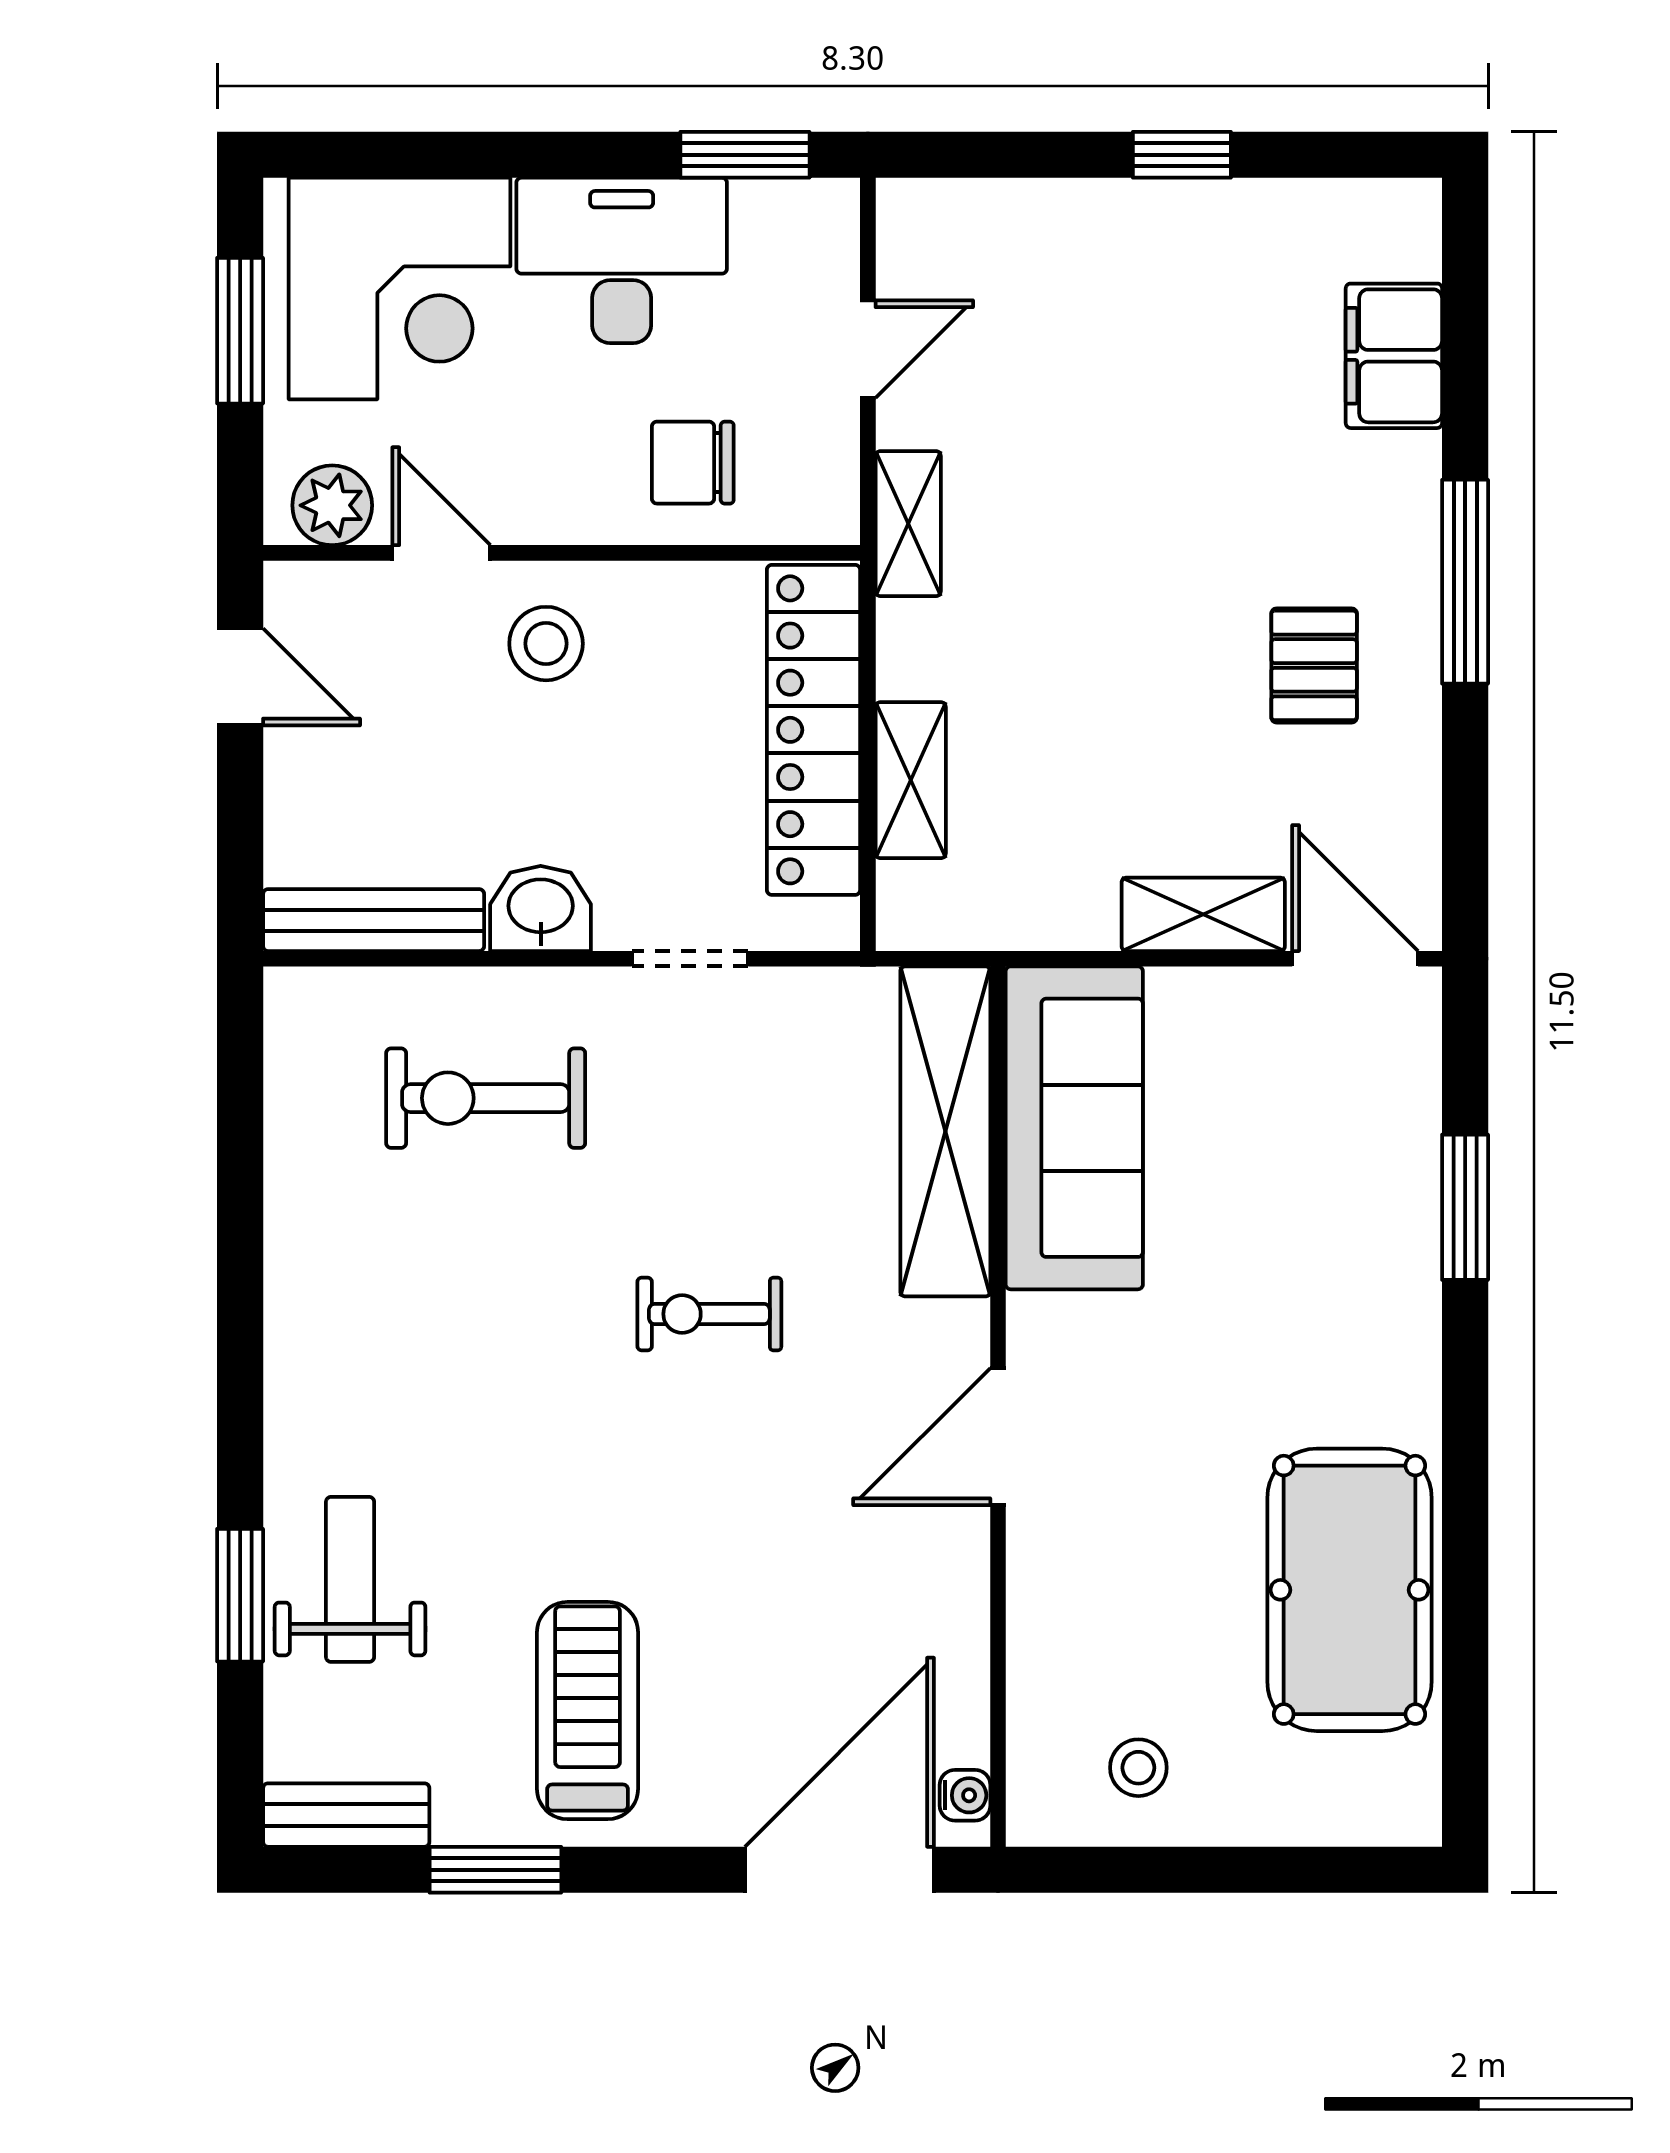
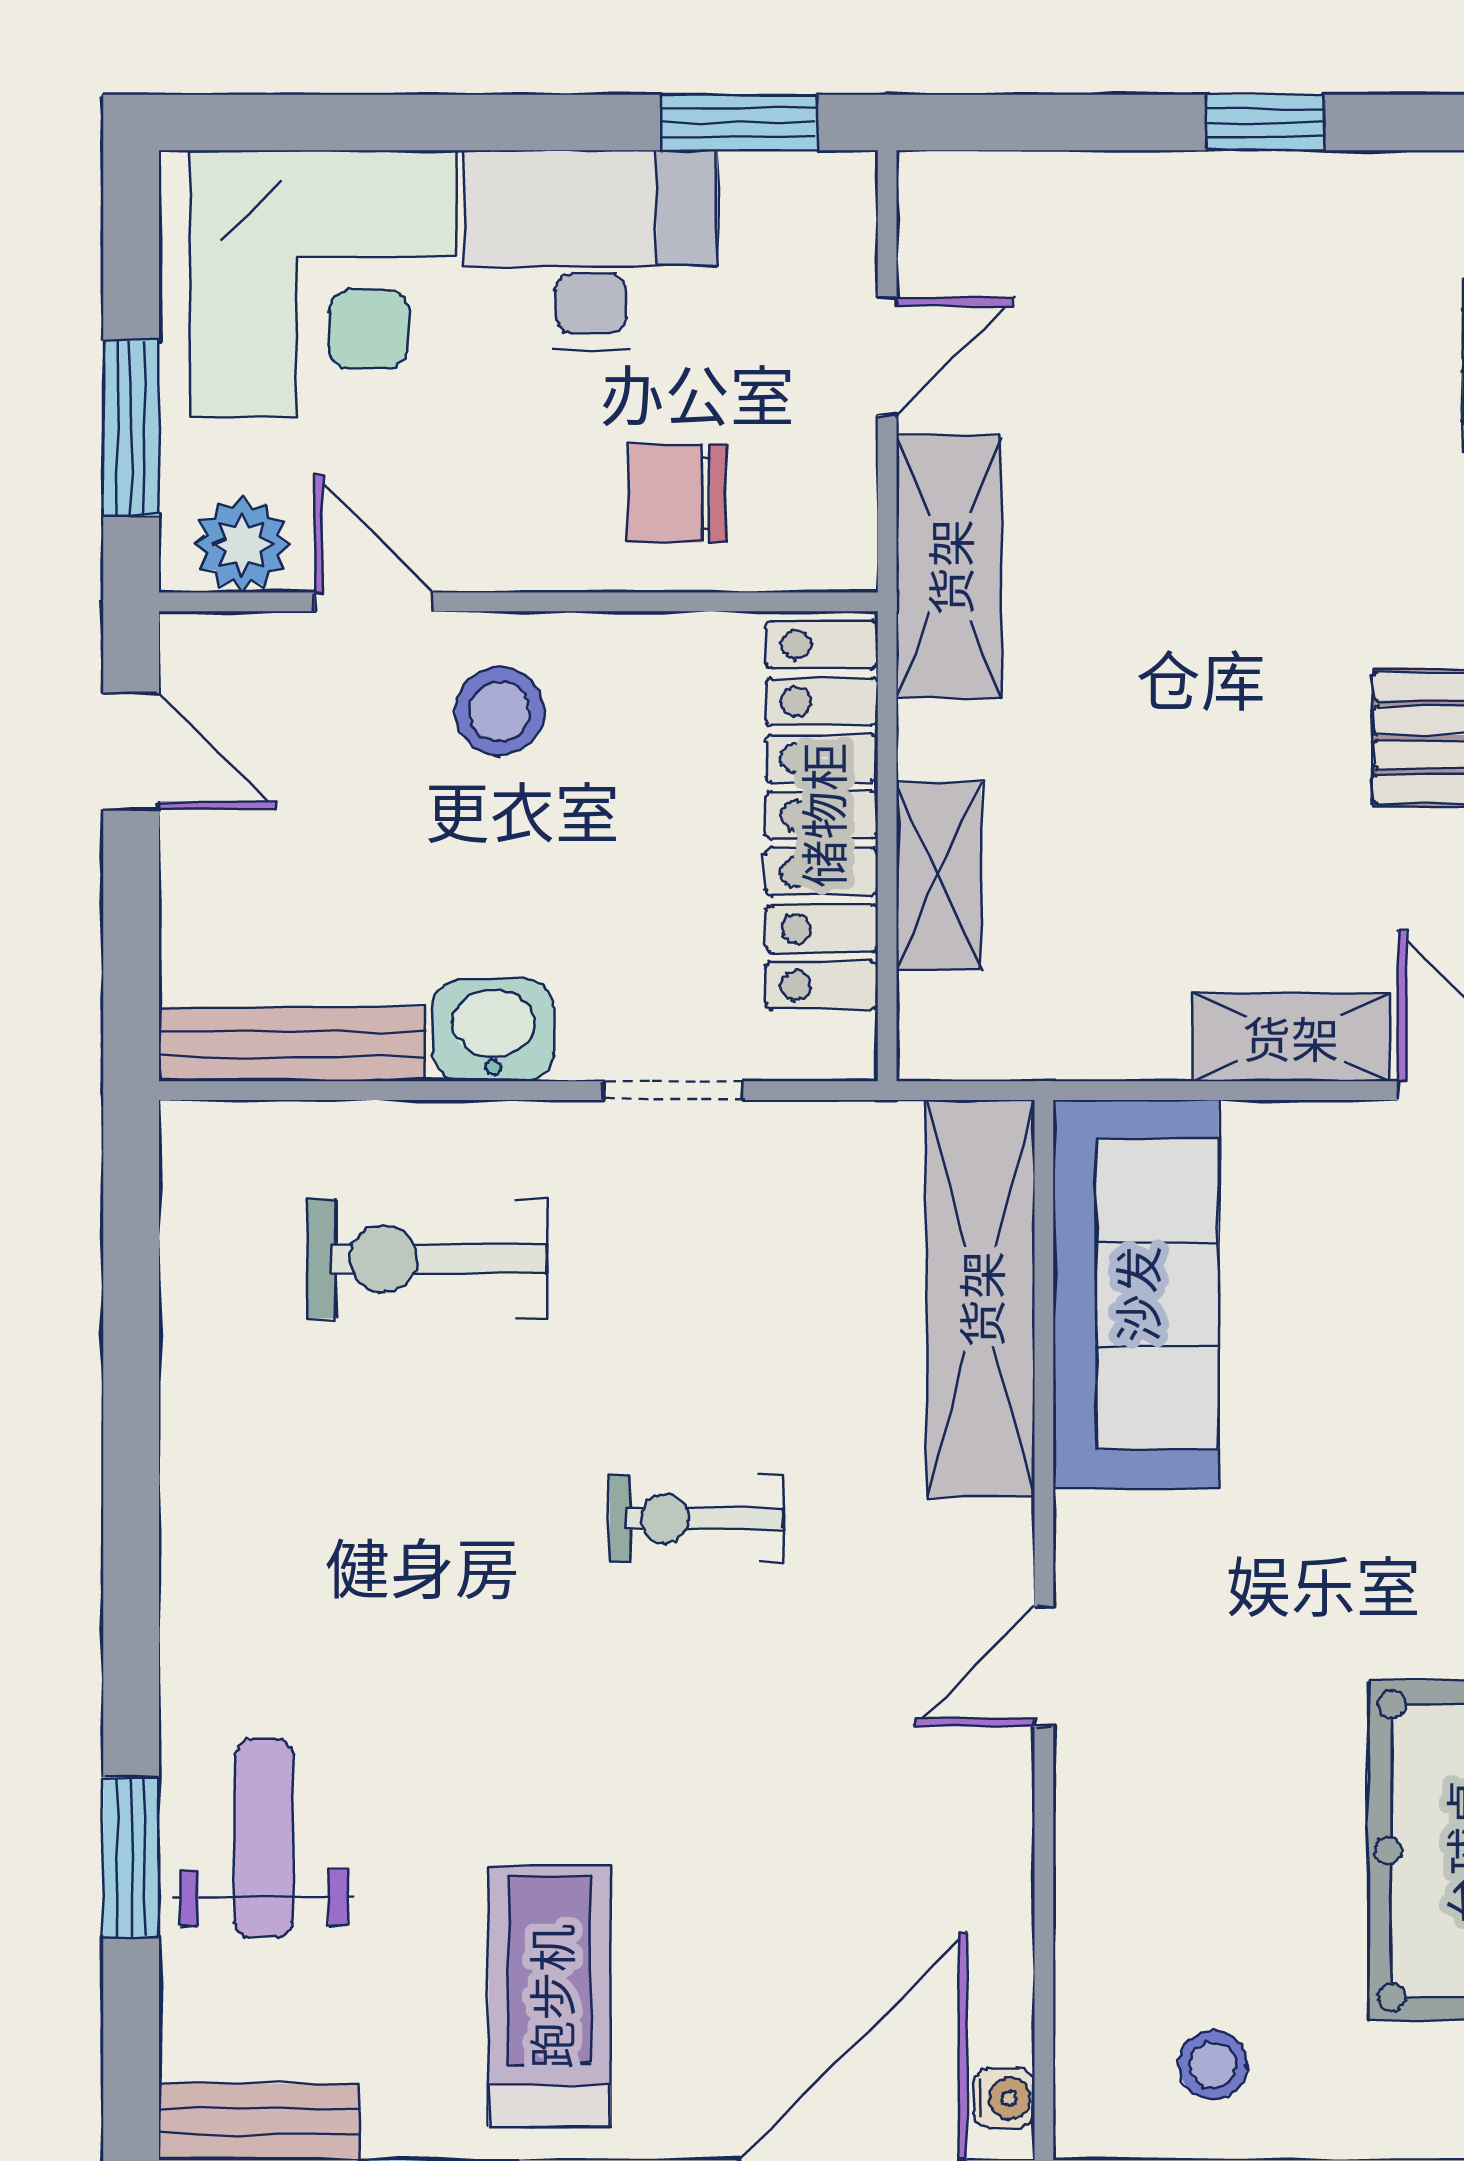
window: (240, 331) -> (131, 428), moved
shelving: (908, 524) -> (949, 567), width x1.50, depth x1.33
door: (998, 1437) -> (1044, 1666), width x0.73

